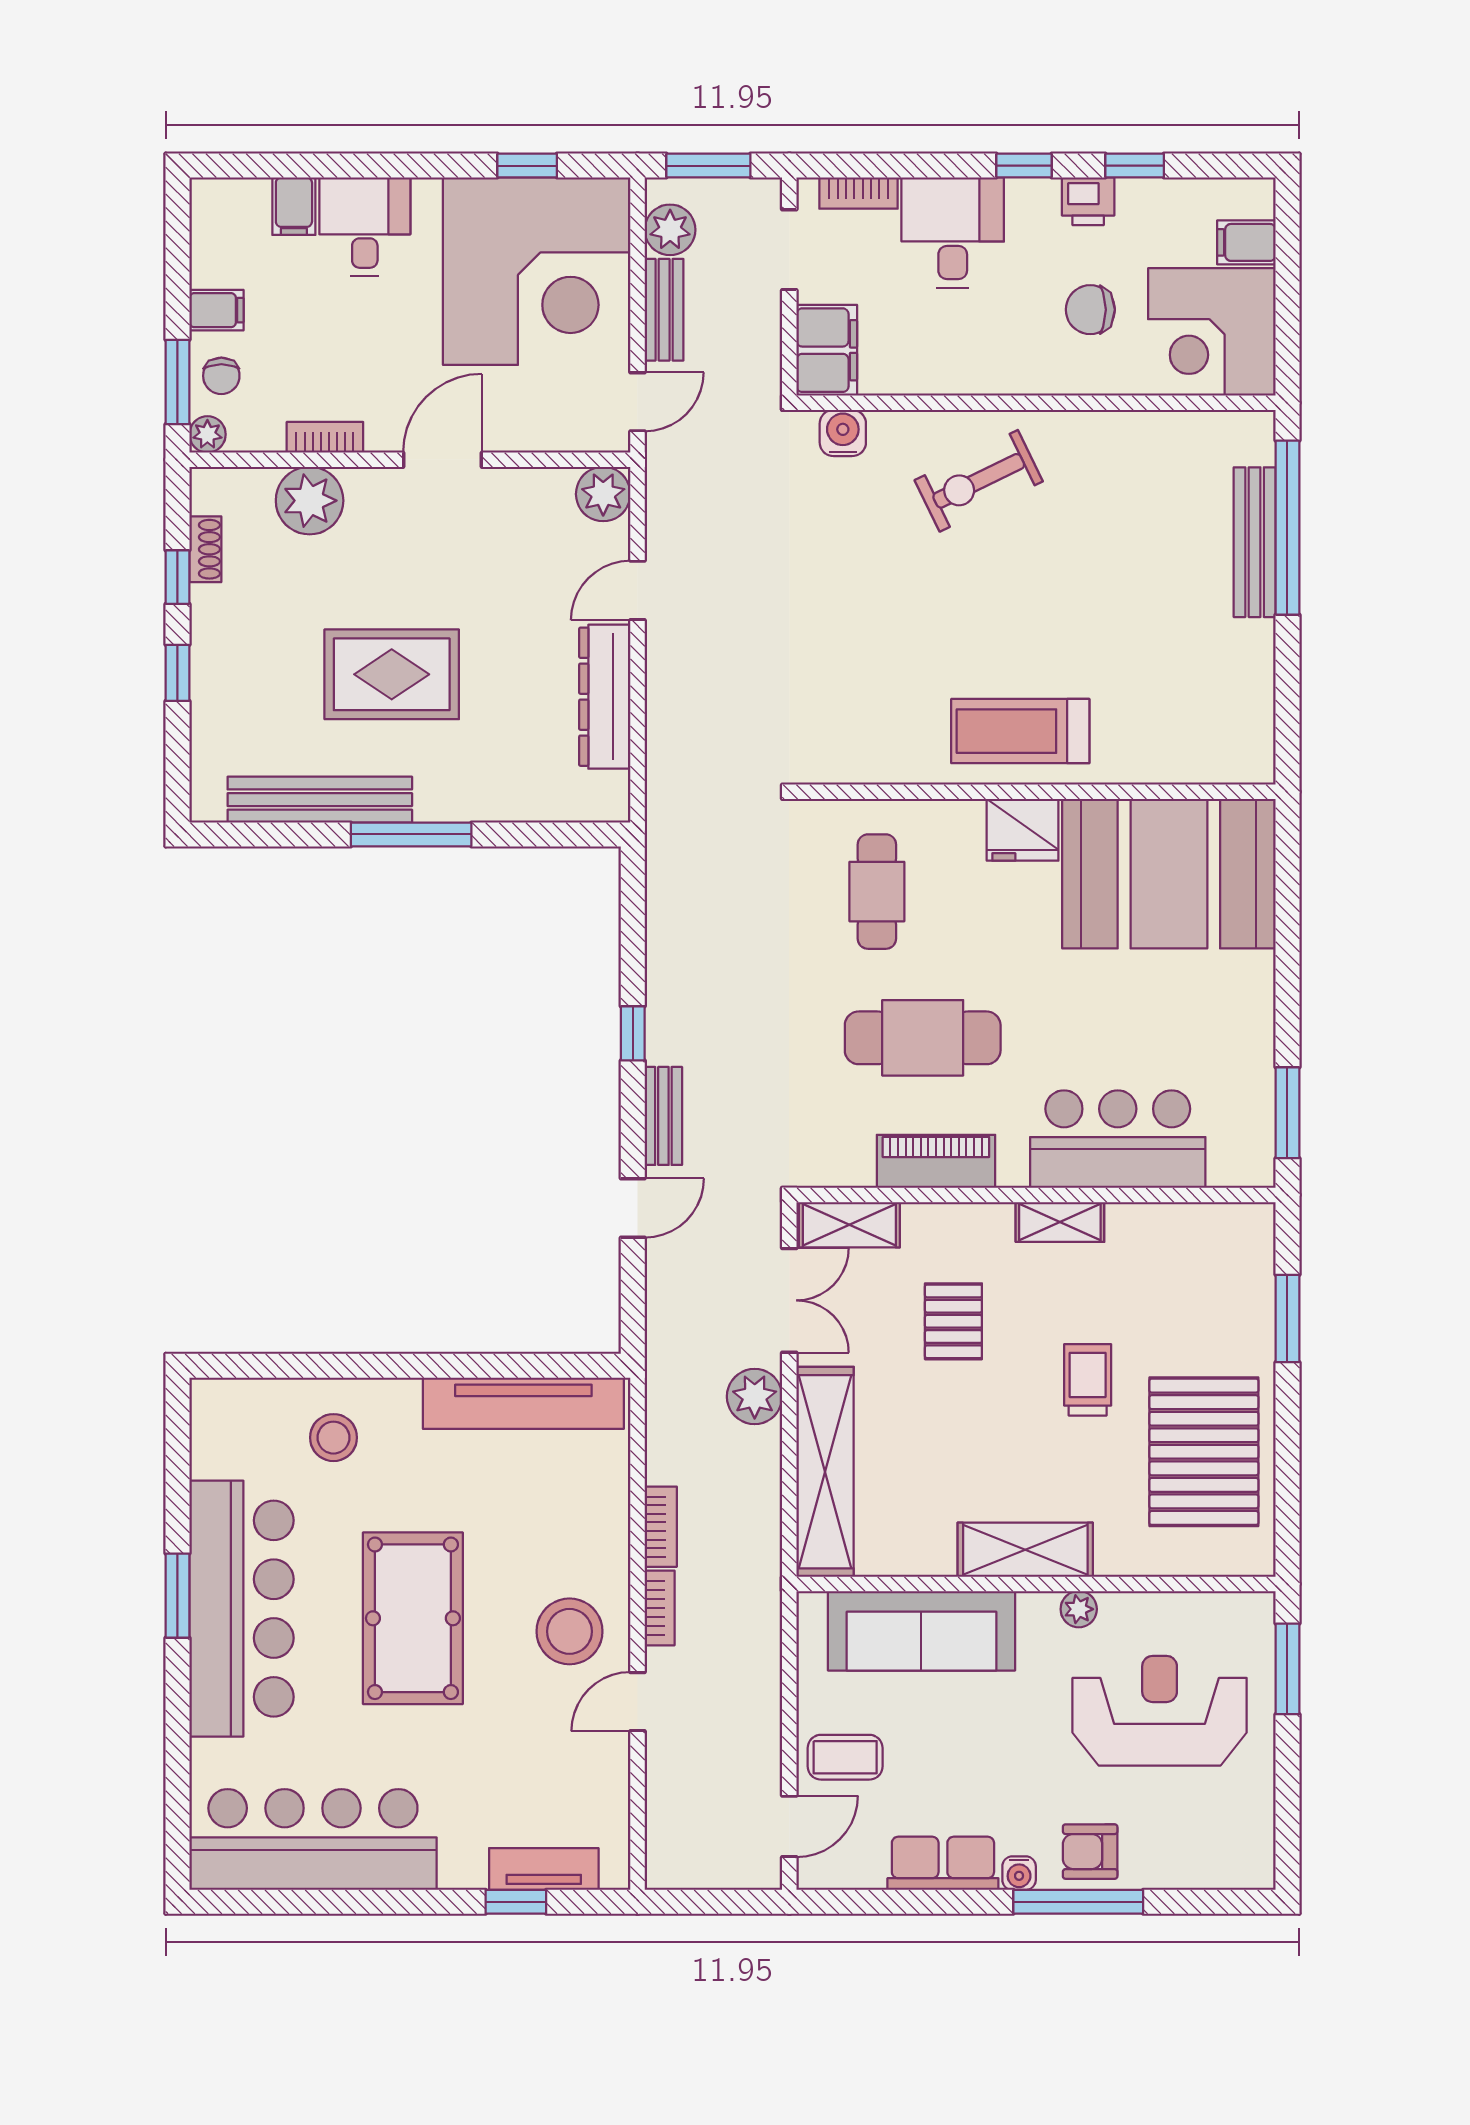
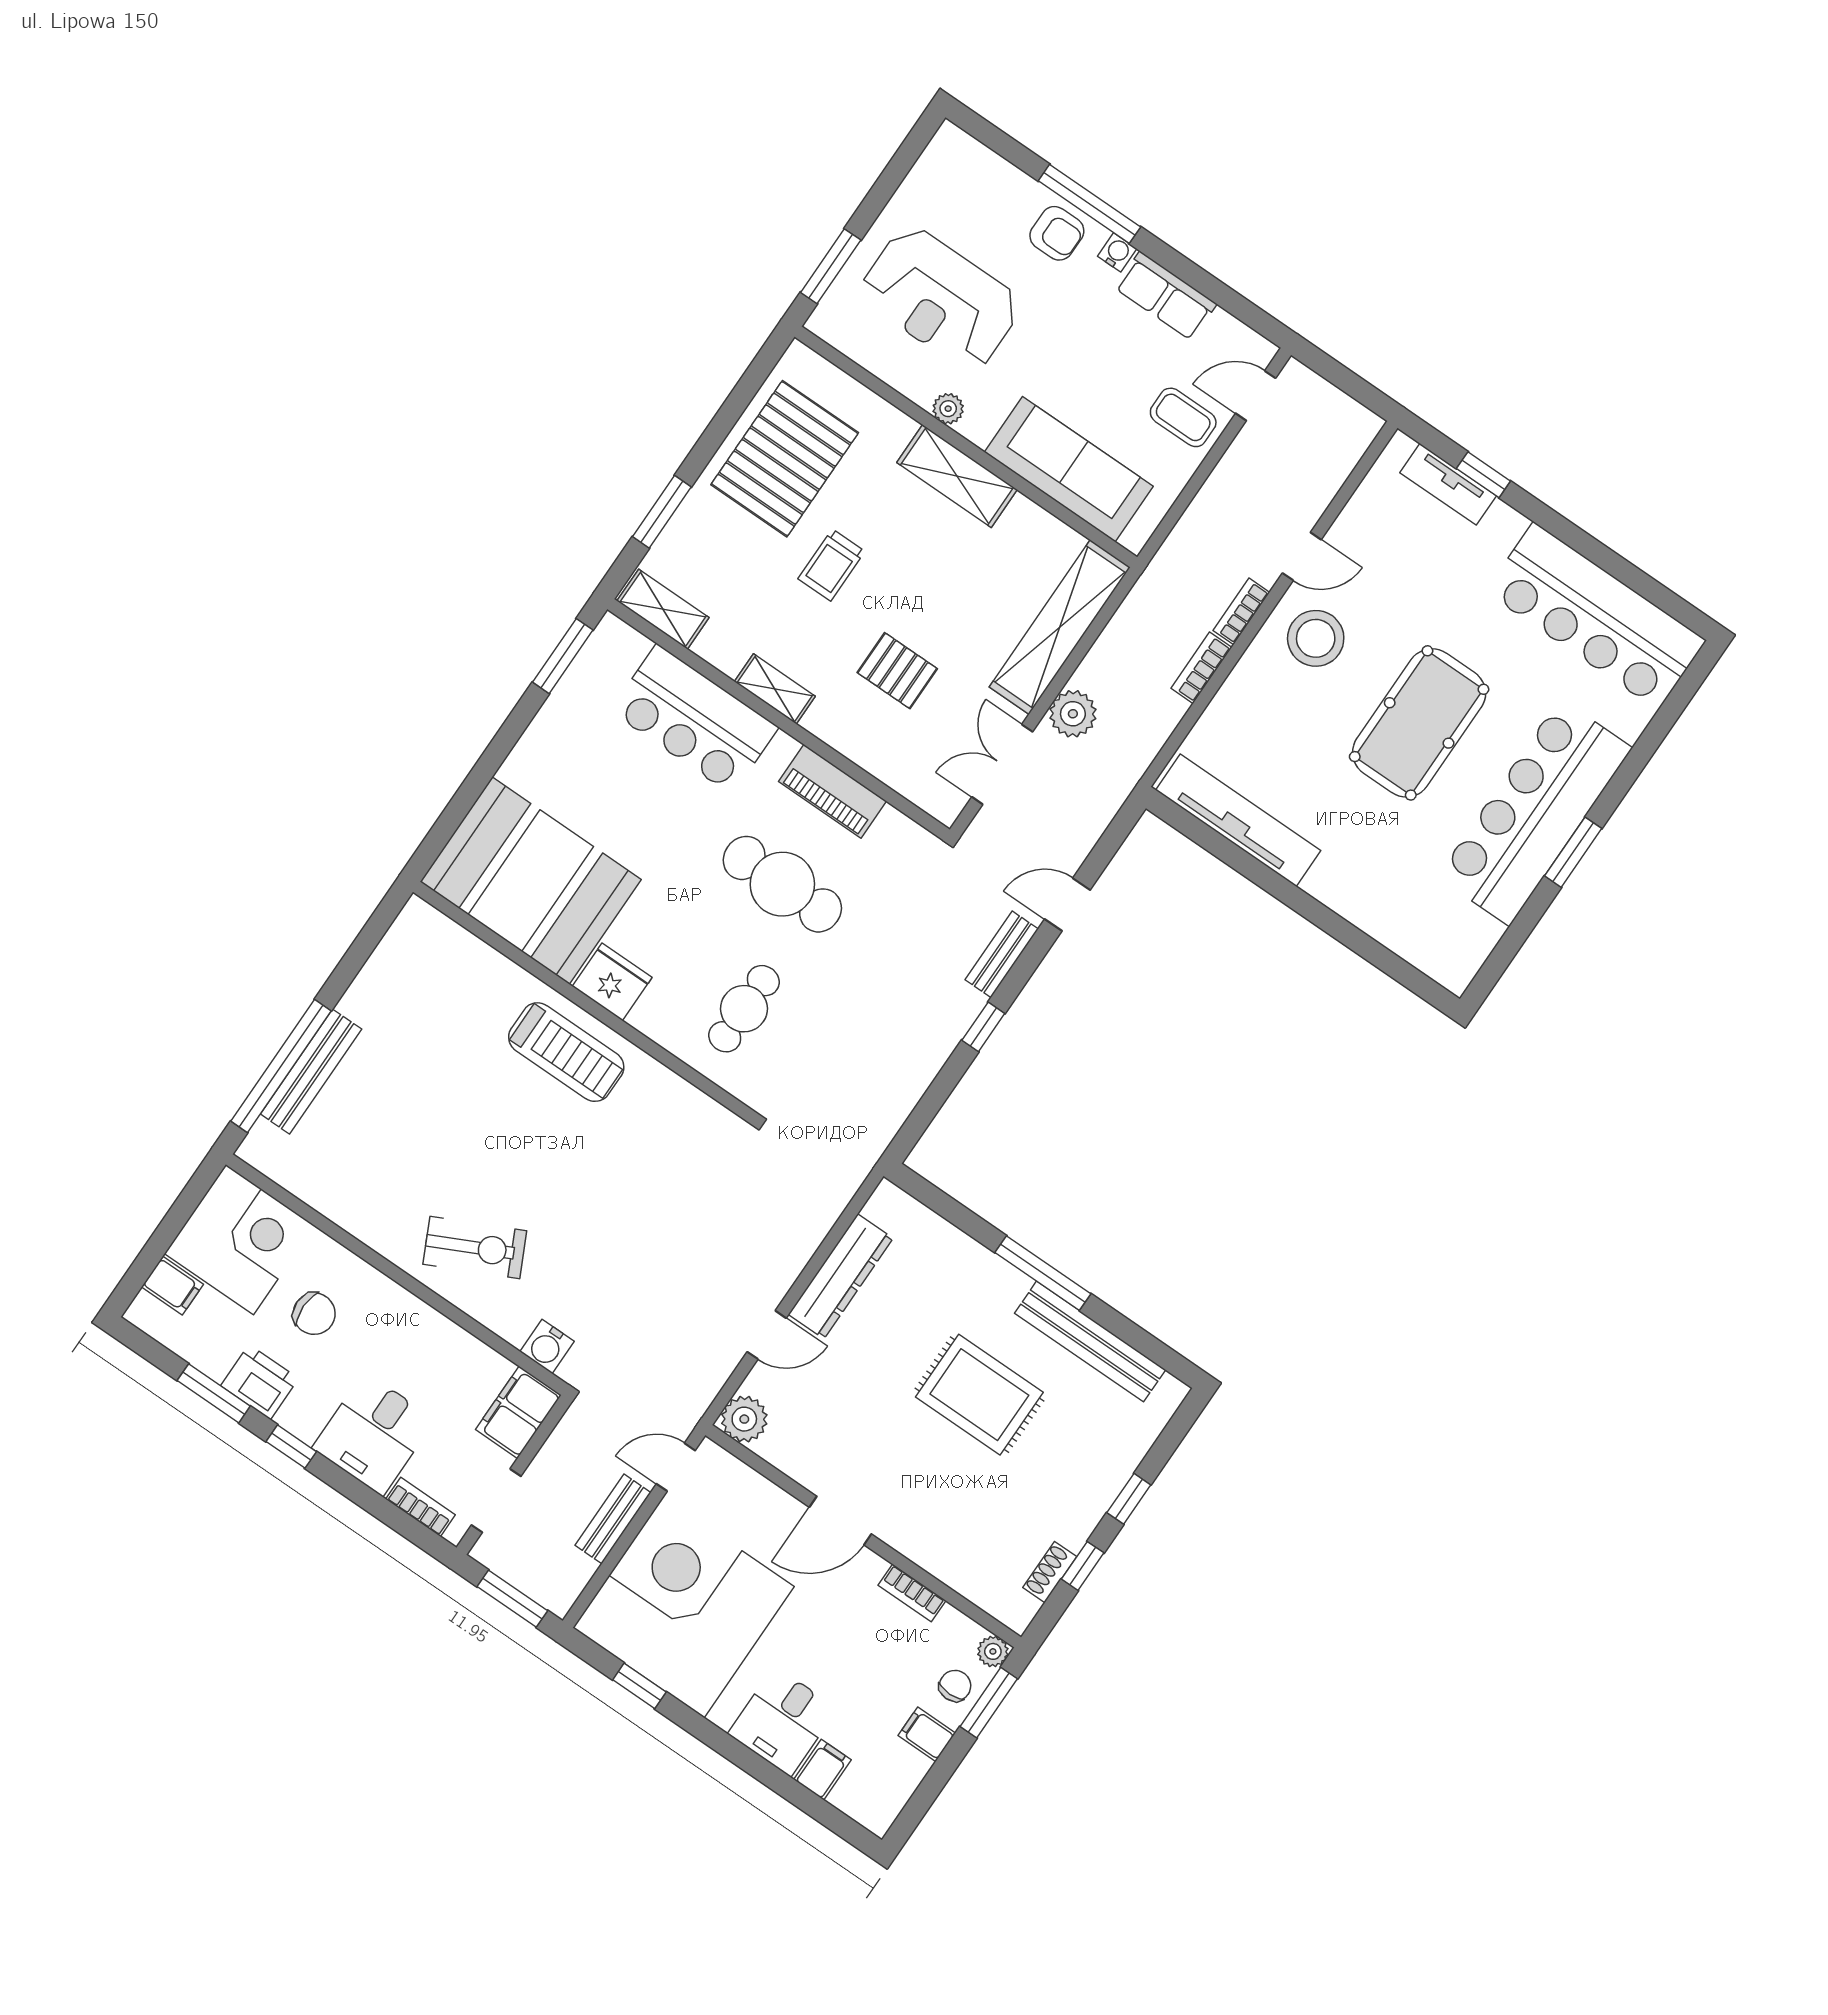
window: (1135, 166) -> (214, 1393), width x1.50
printer: (1088, 201) -> (260, 1382), width x1.36, depth x1.24
plant: (670, 230) -> (570, 1572), removed
plant: (310, 501) -> (953, 1556), removed
shelving: (849, 1225) -> (663, 609), moved
pallet: (953, 1321) -> (897, 671), turned 90
stool: (333, 1438) -> (1388, 888), removed

